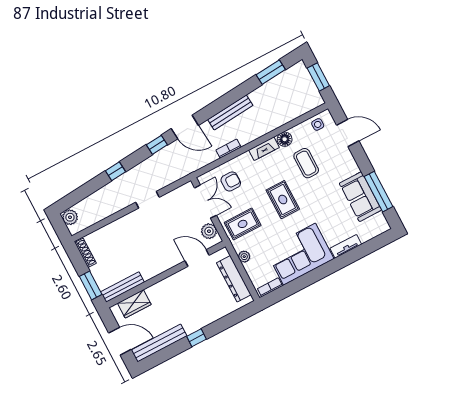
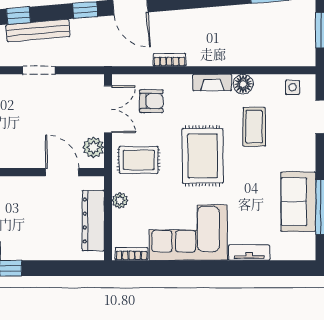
bench: (230, 112) -> (38, 31), moved
rug: (283, 200) -> (203, 156), width x1.36, depth x1.43

